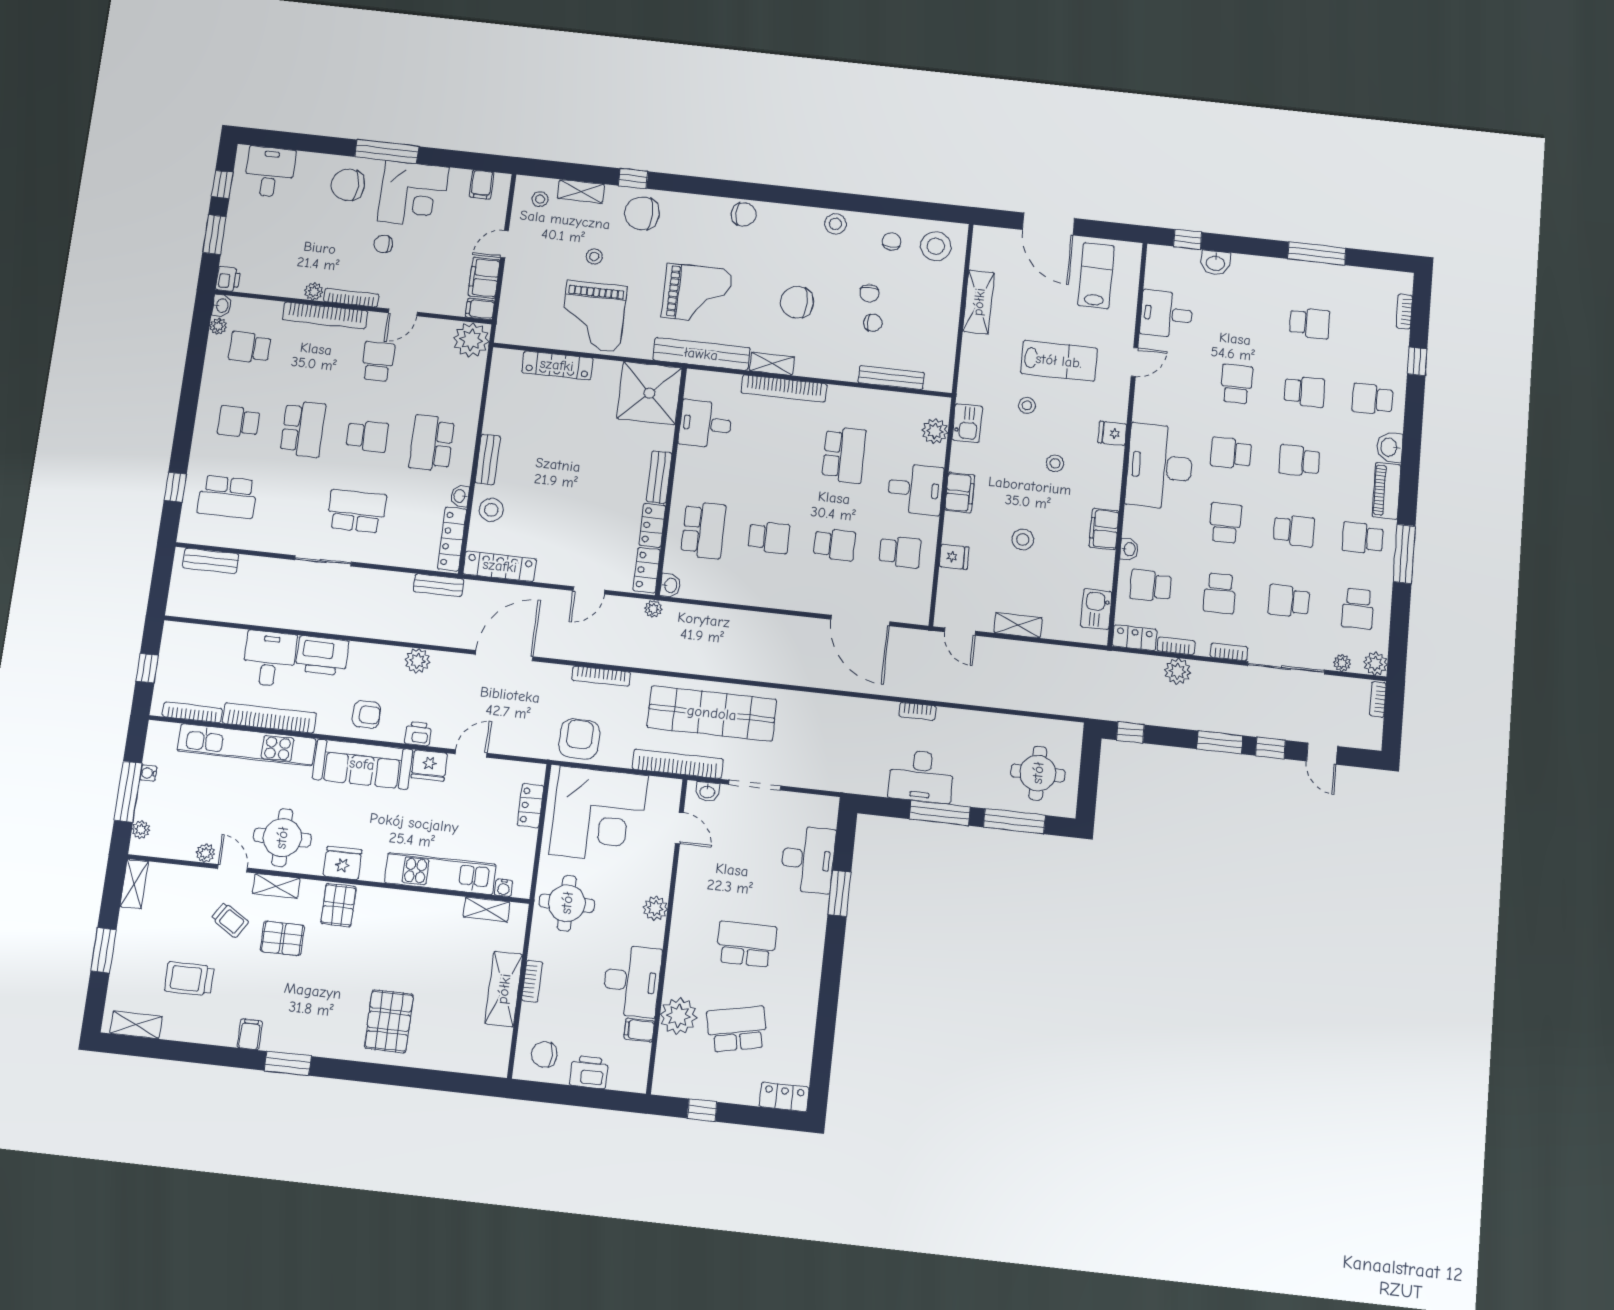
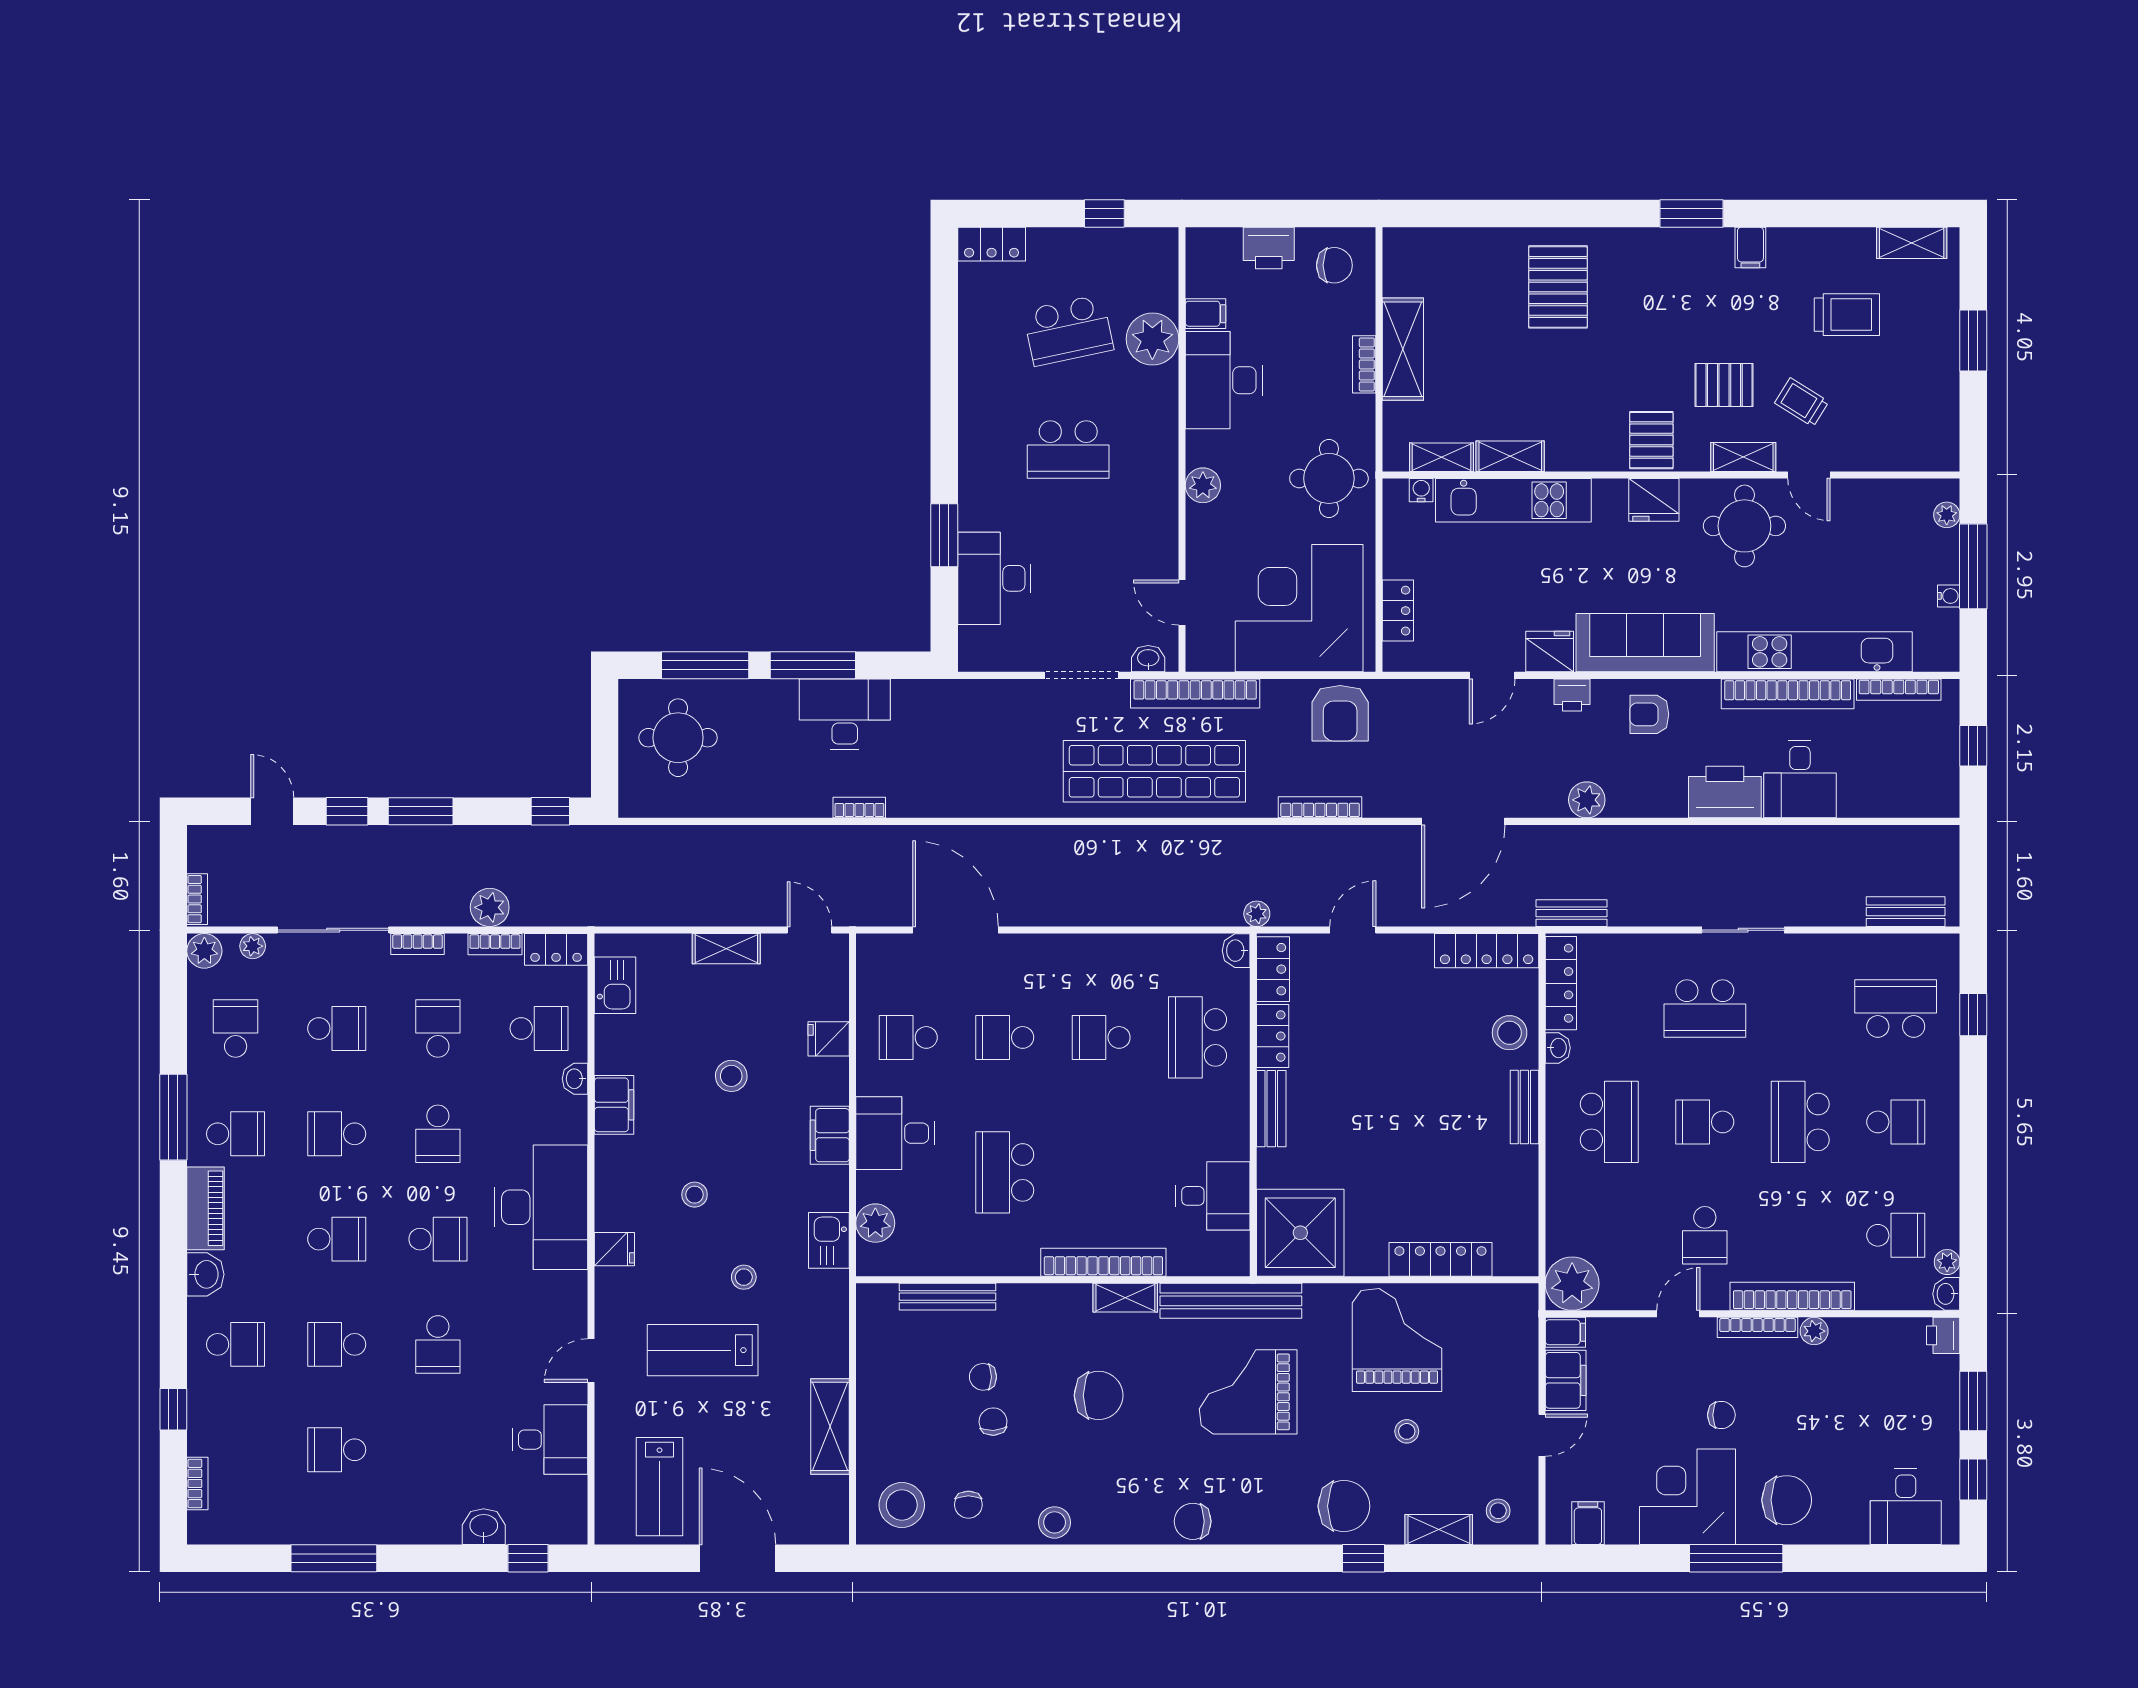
plant: (205, 853) -> (1850, 492), removed
shelving: (134, 884) -> (1510, 456), moved, turned 90

